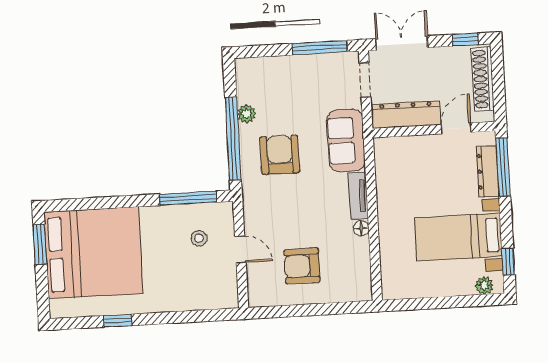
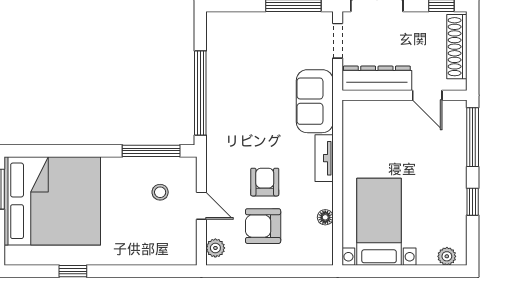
plant: (247, 114) -> (215, 248), moved
door: (456, 128) -> (427, 95), swing flipped
armchair: (280, 155) -> (265, 182), moved, width x0.72, depth x0.72
dresser: (488, 171) -> (457, 141), removed
floor lamp: (361, 228) -> (325, 217), moved
bed with nightstands: (458, 237) -> (379, 222), moved, turned 90
window: (508, 262) -> (473, 202), moved

